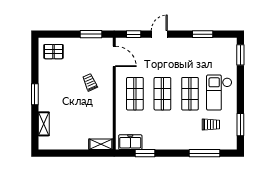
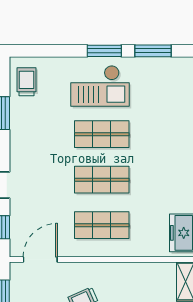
window: (240, 55) -> (104, 51), moved
trolley: (211, 124) -> (26, 82), moved

